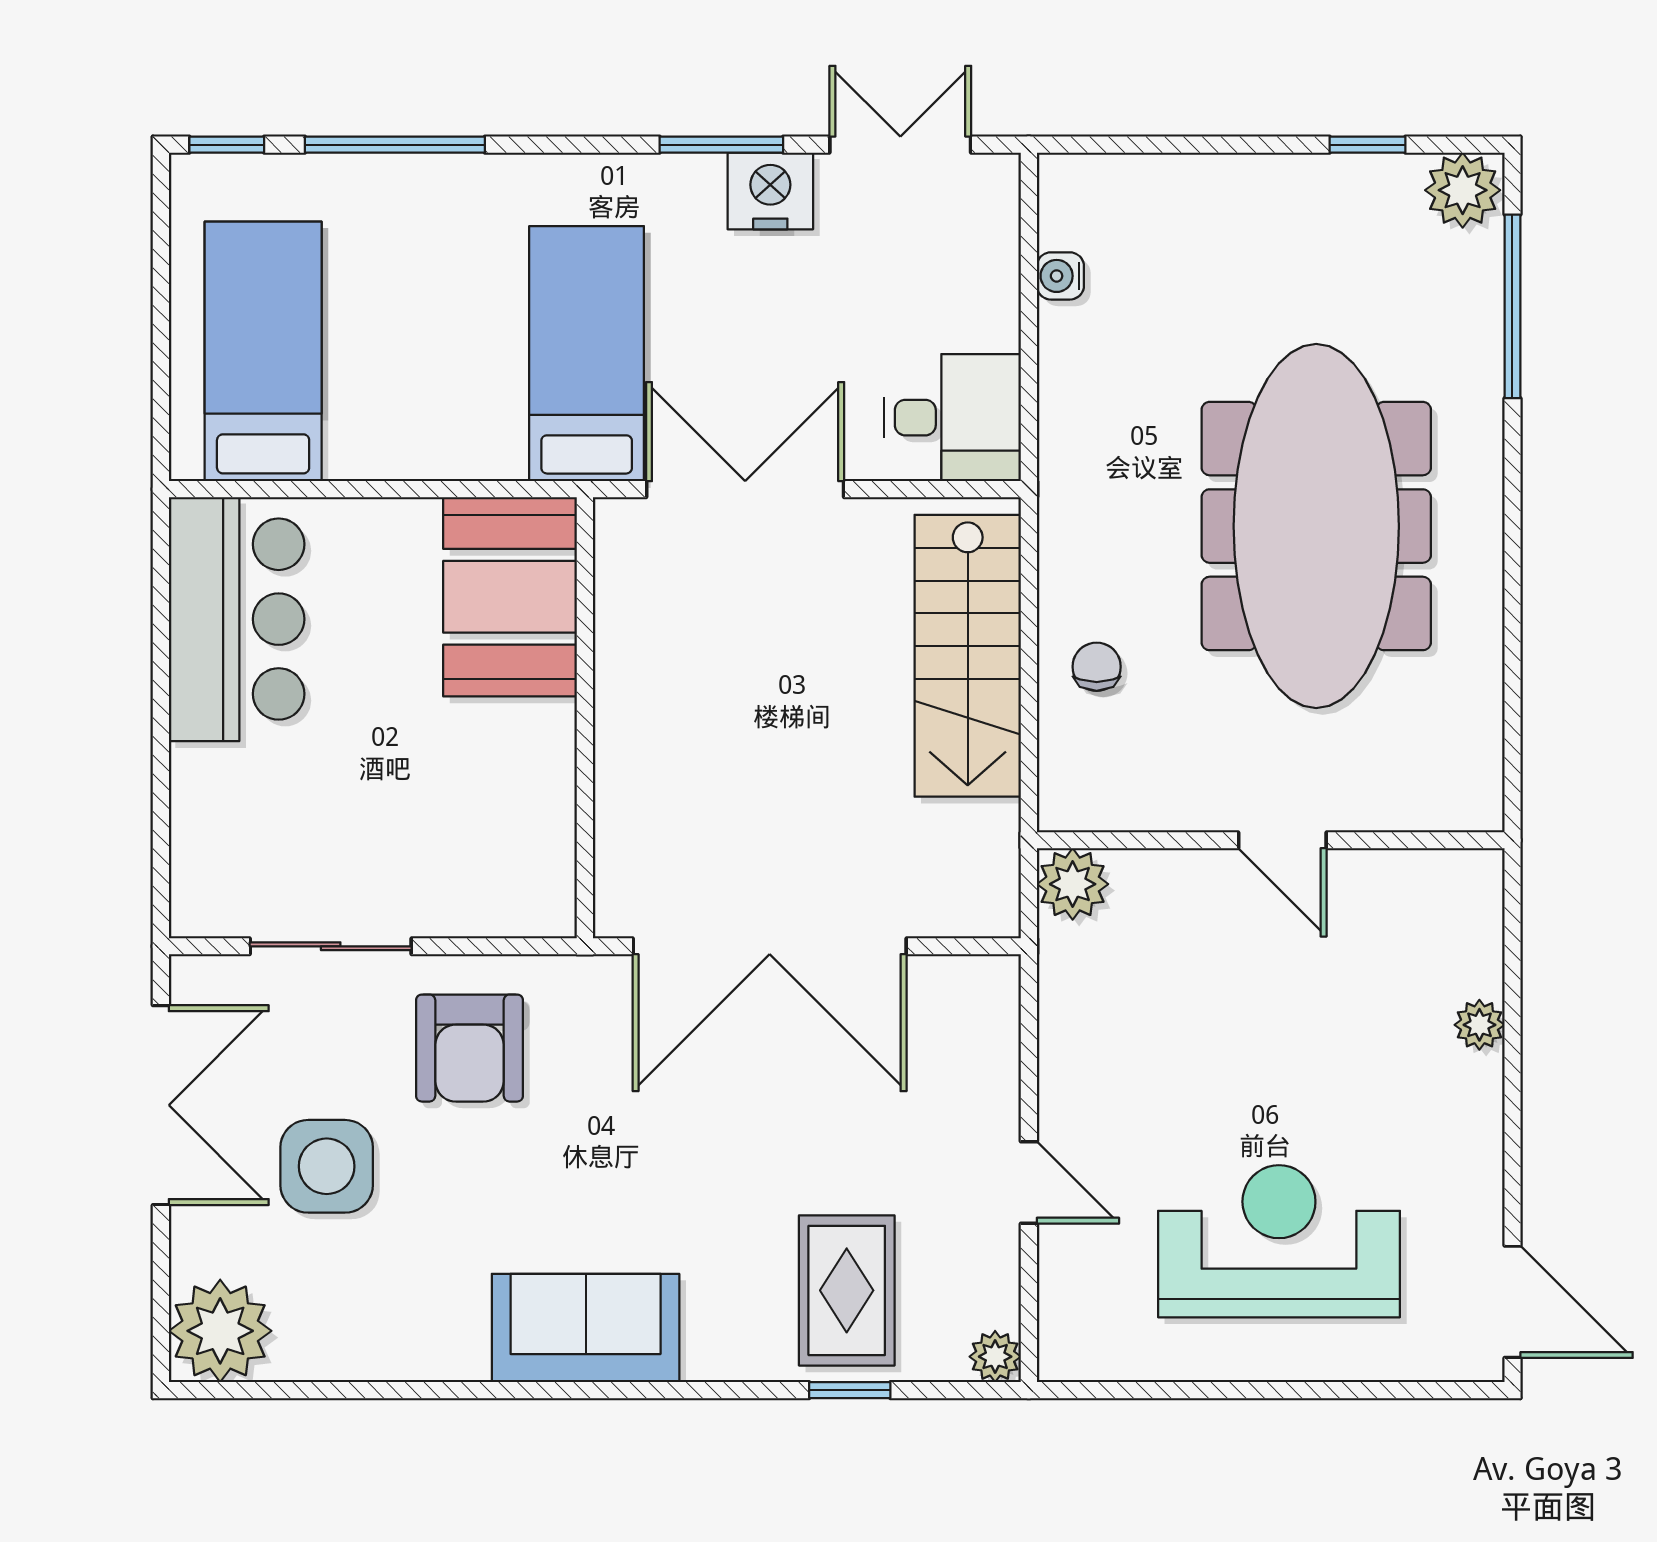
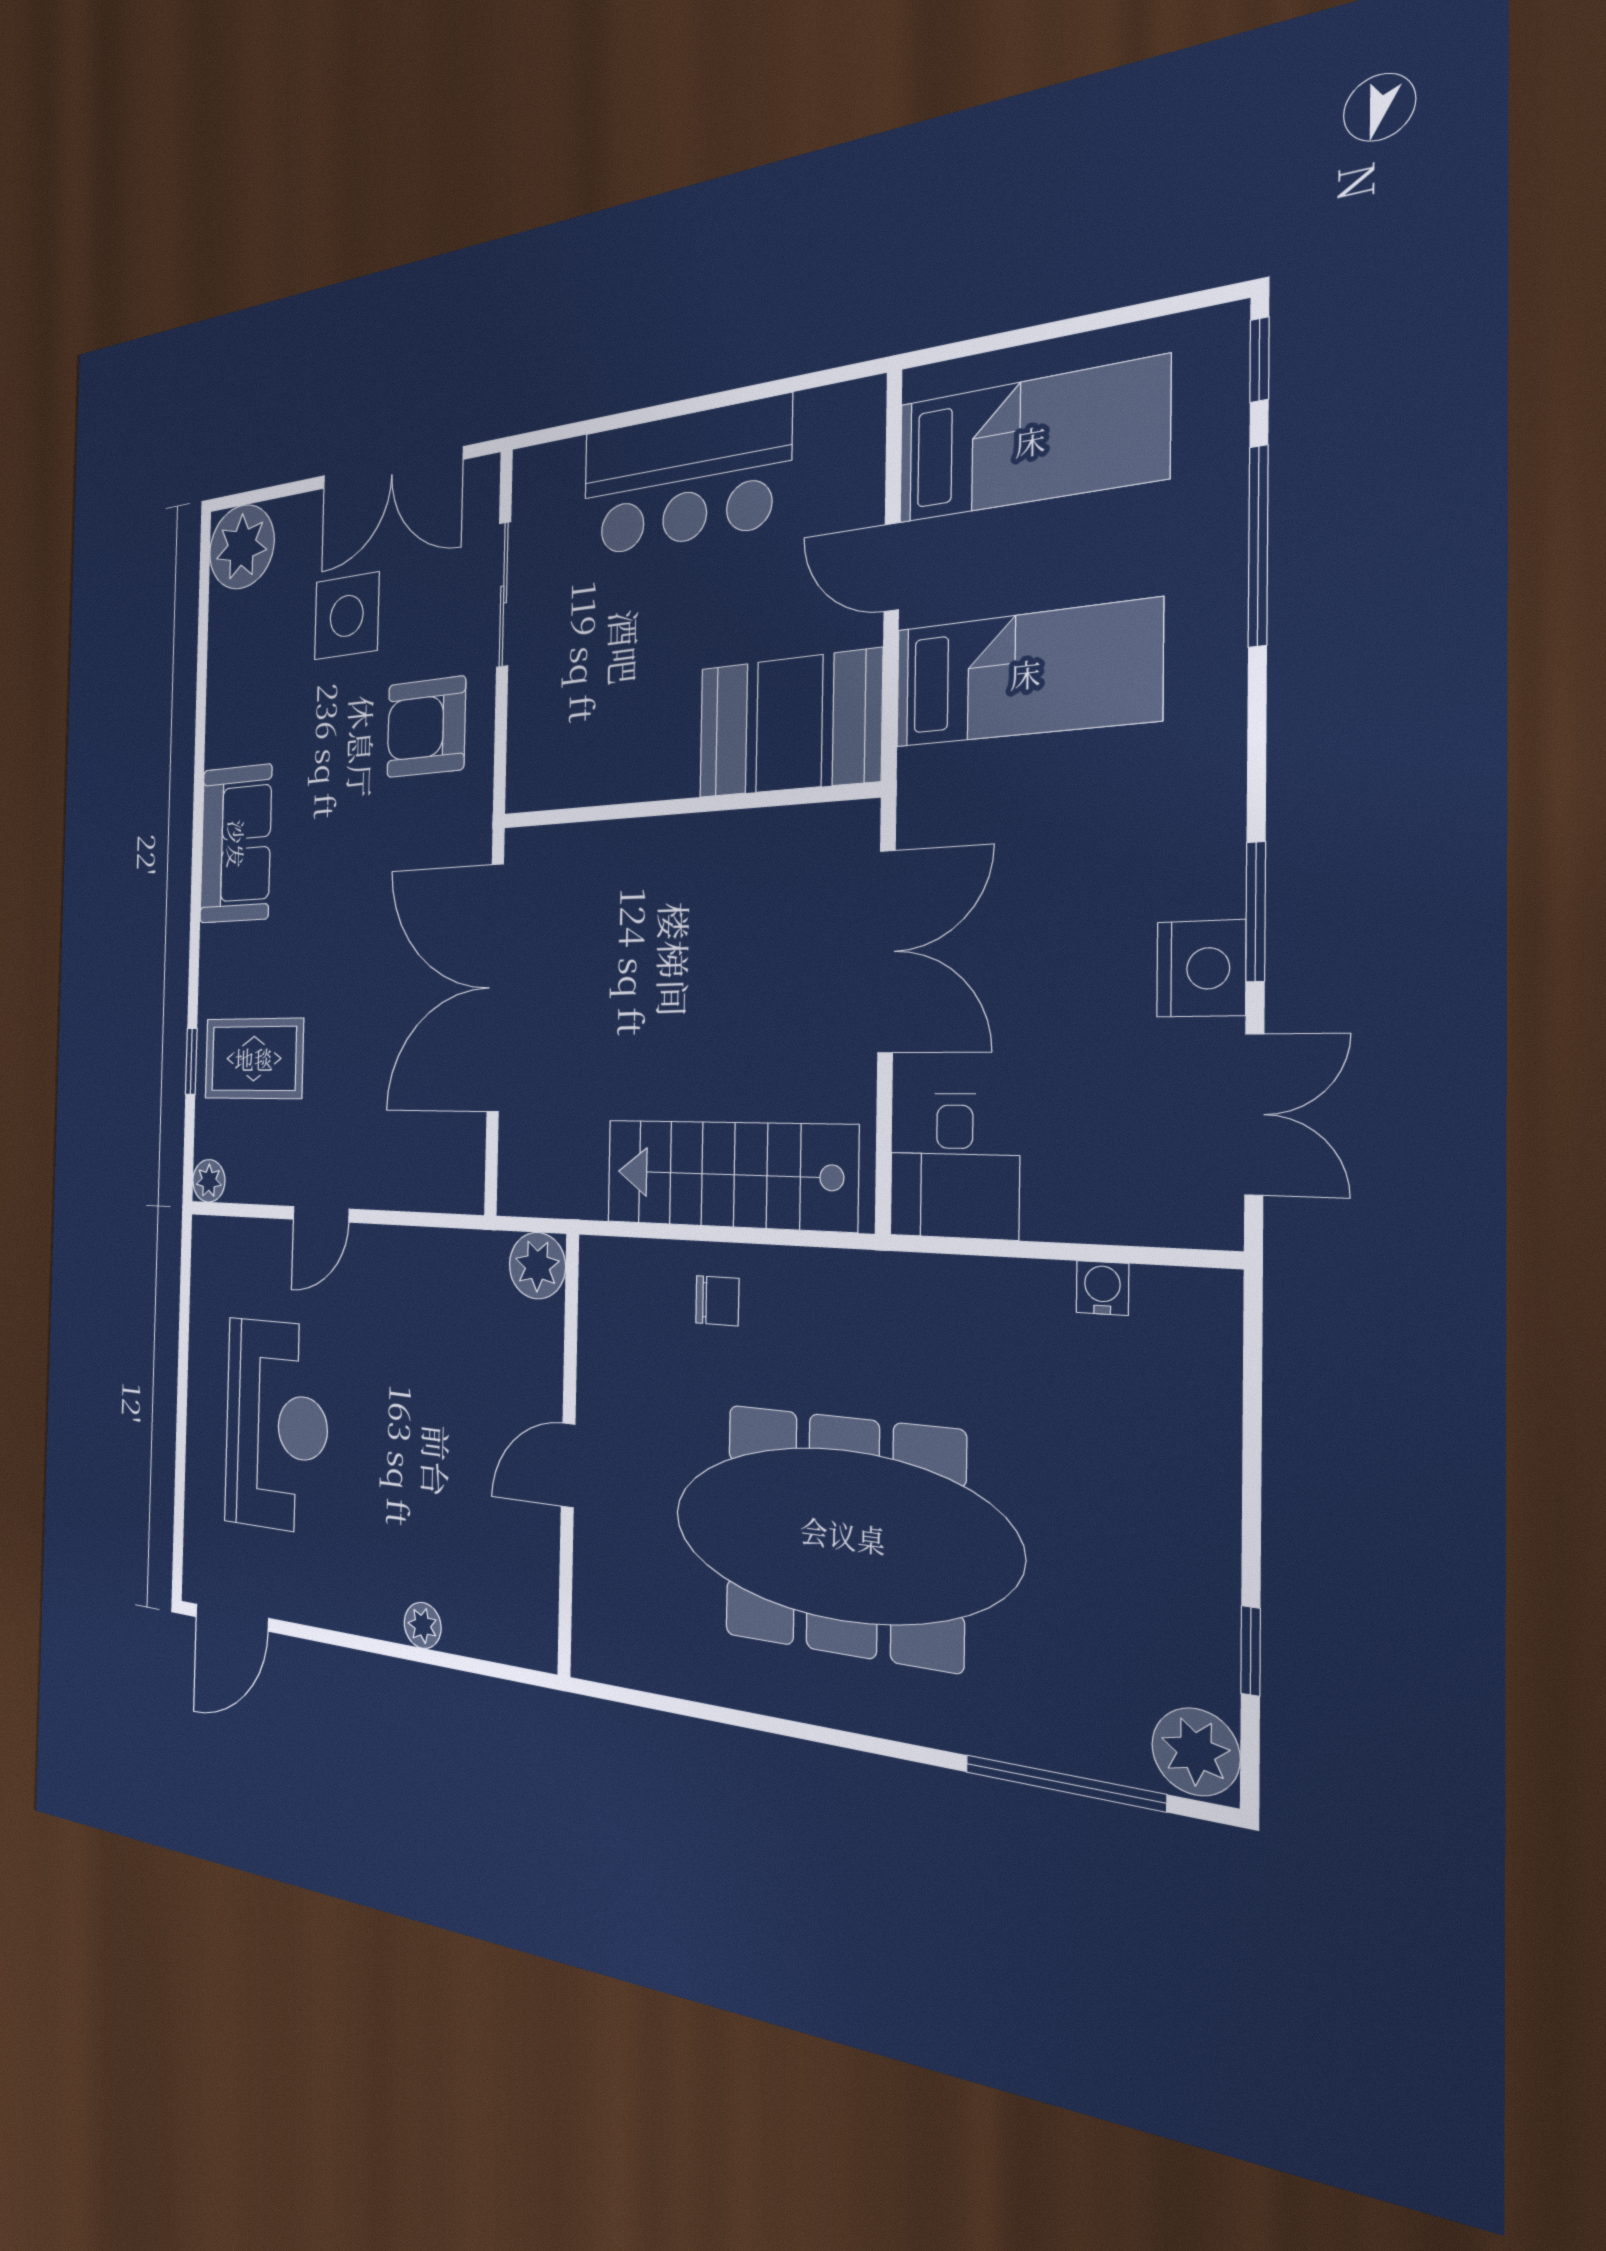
bed: (587, 354) -> (1026, 674), moved
door: (365, 489) -> (892, 567), added
bar counter: (237, 619) -> (685, 477), moved

